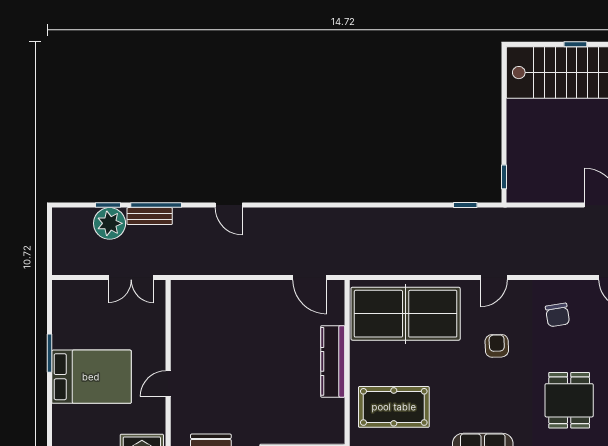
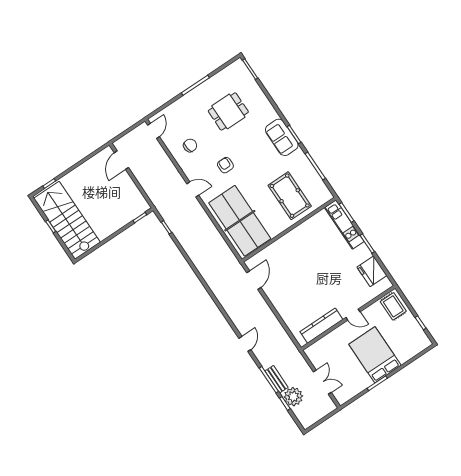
double door: (131, 277) -> (322, 382), moved
armchair: (497, 346) -> (225, 165), turned 92
kitchen counter: (333, 361) -> (321, 326), moved, turned 180

